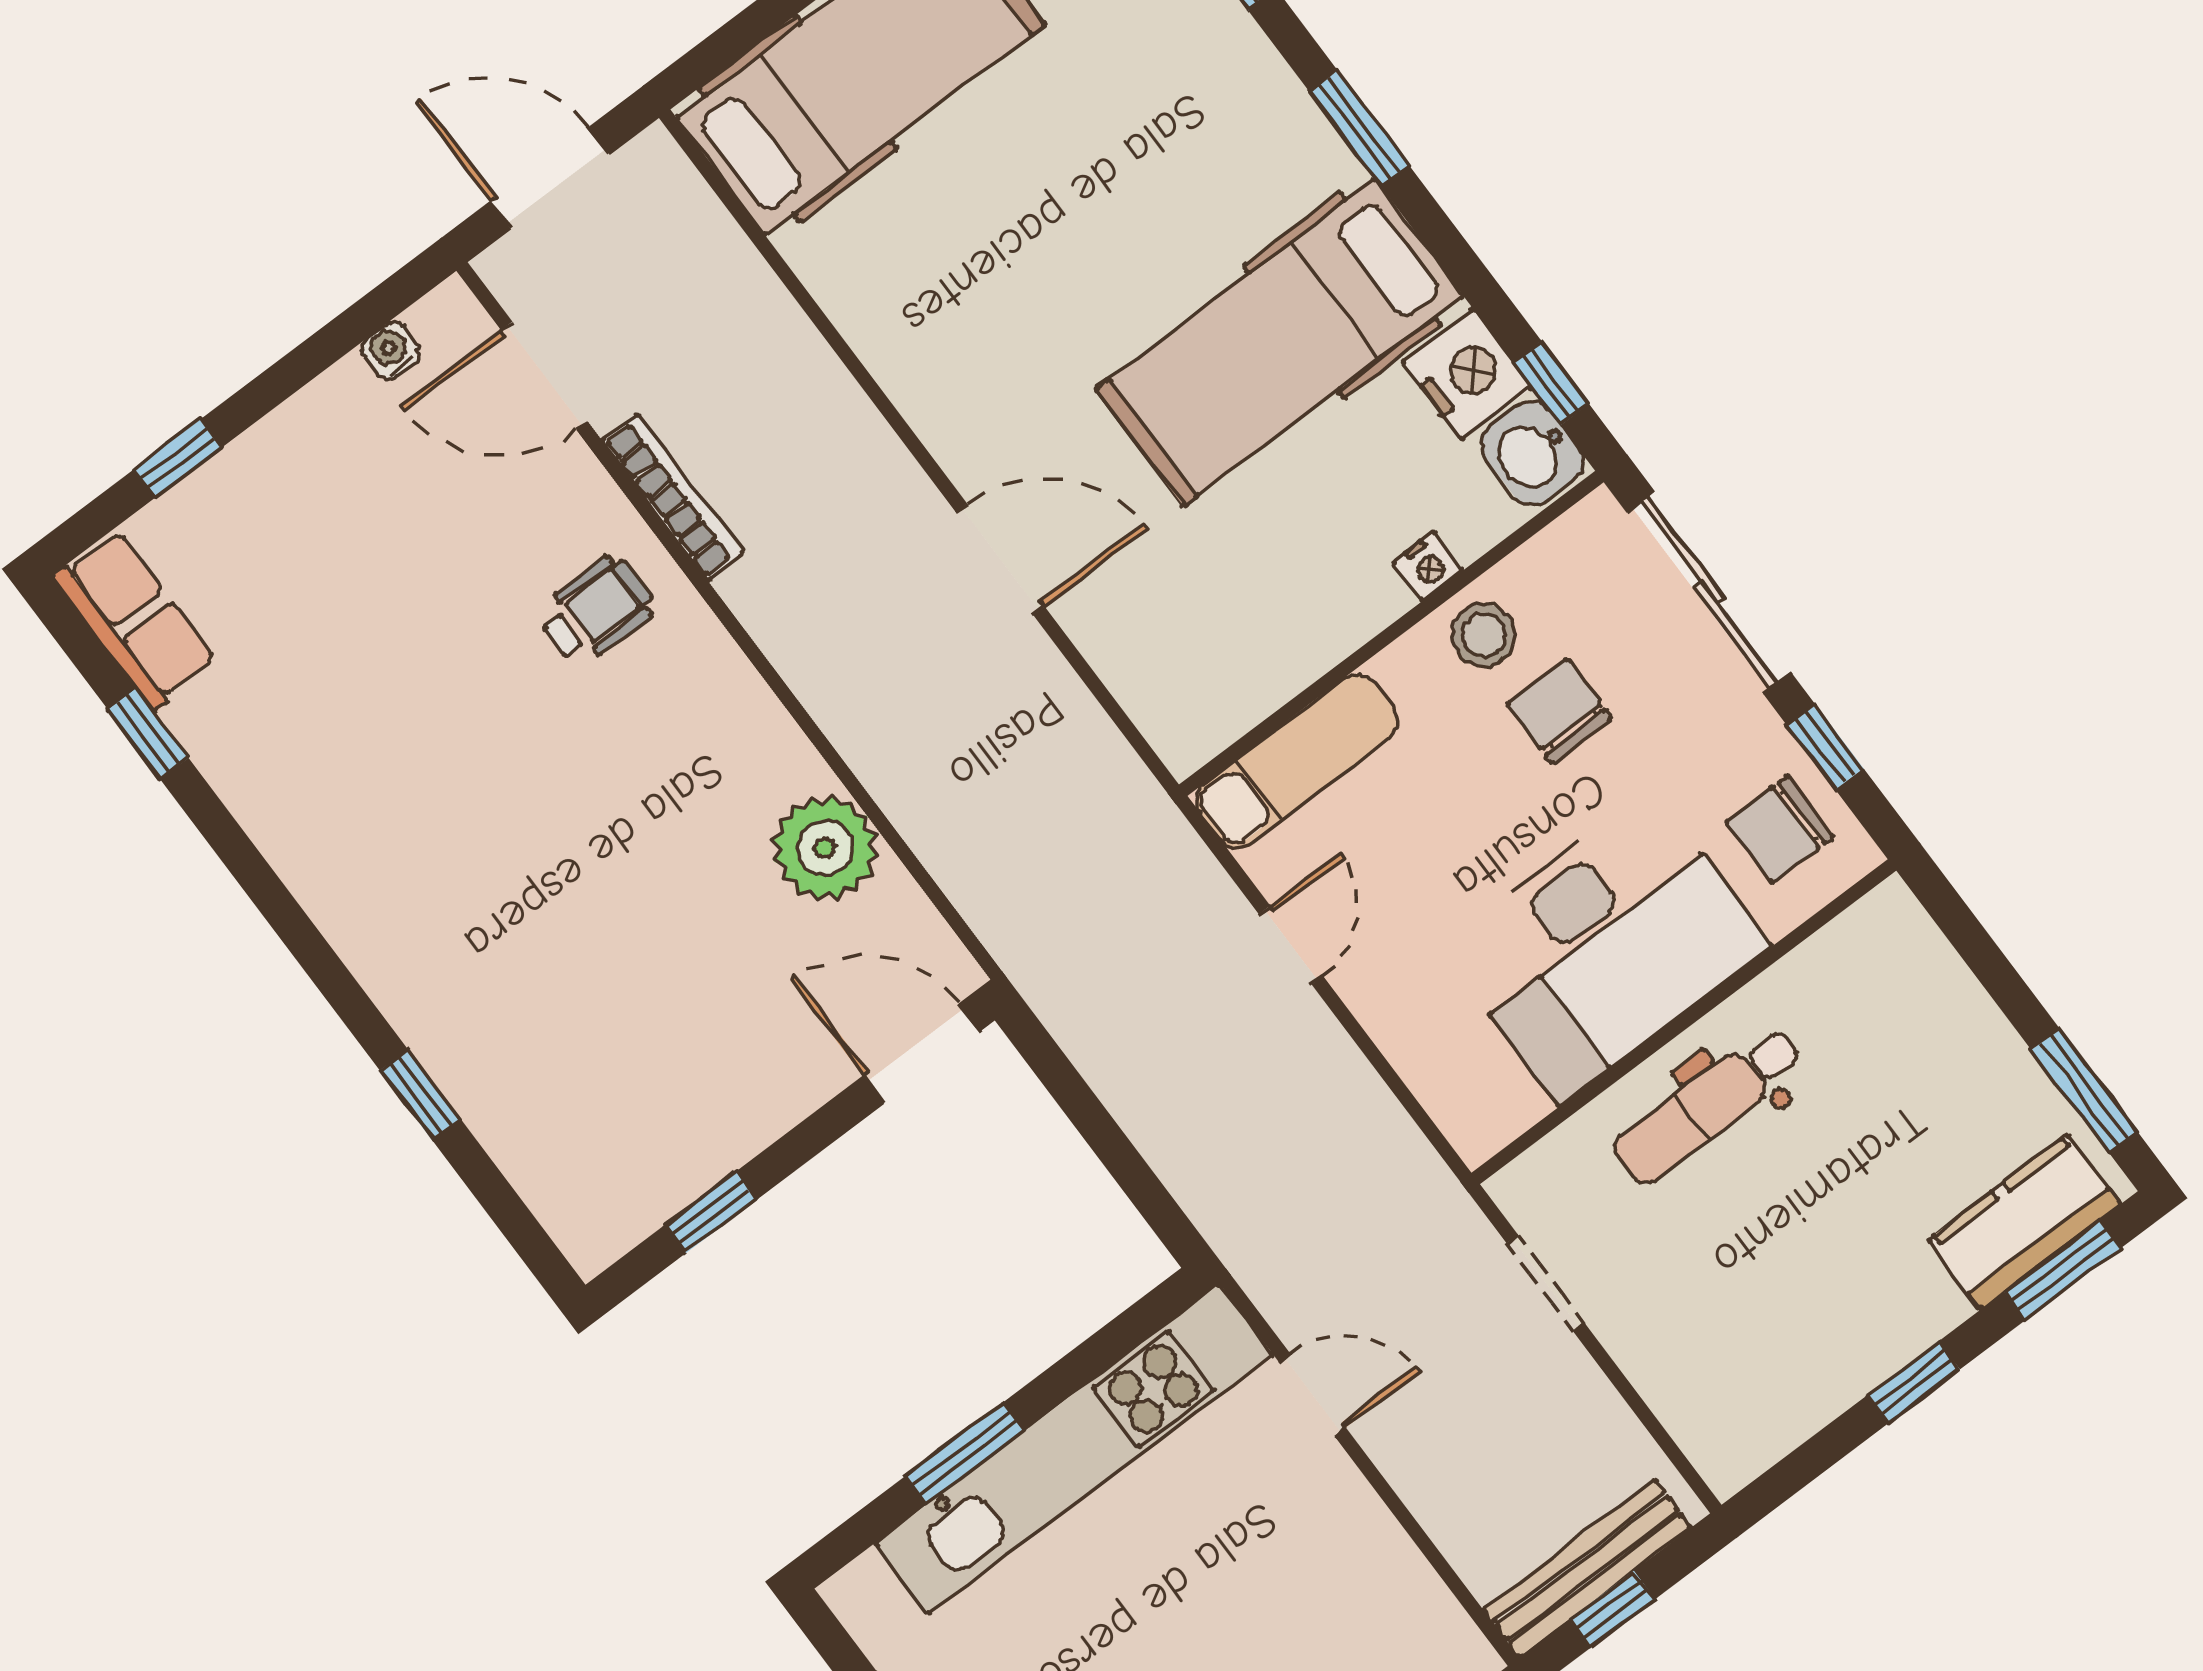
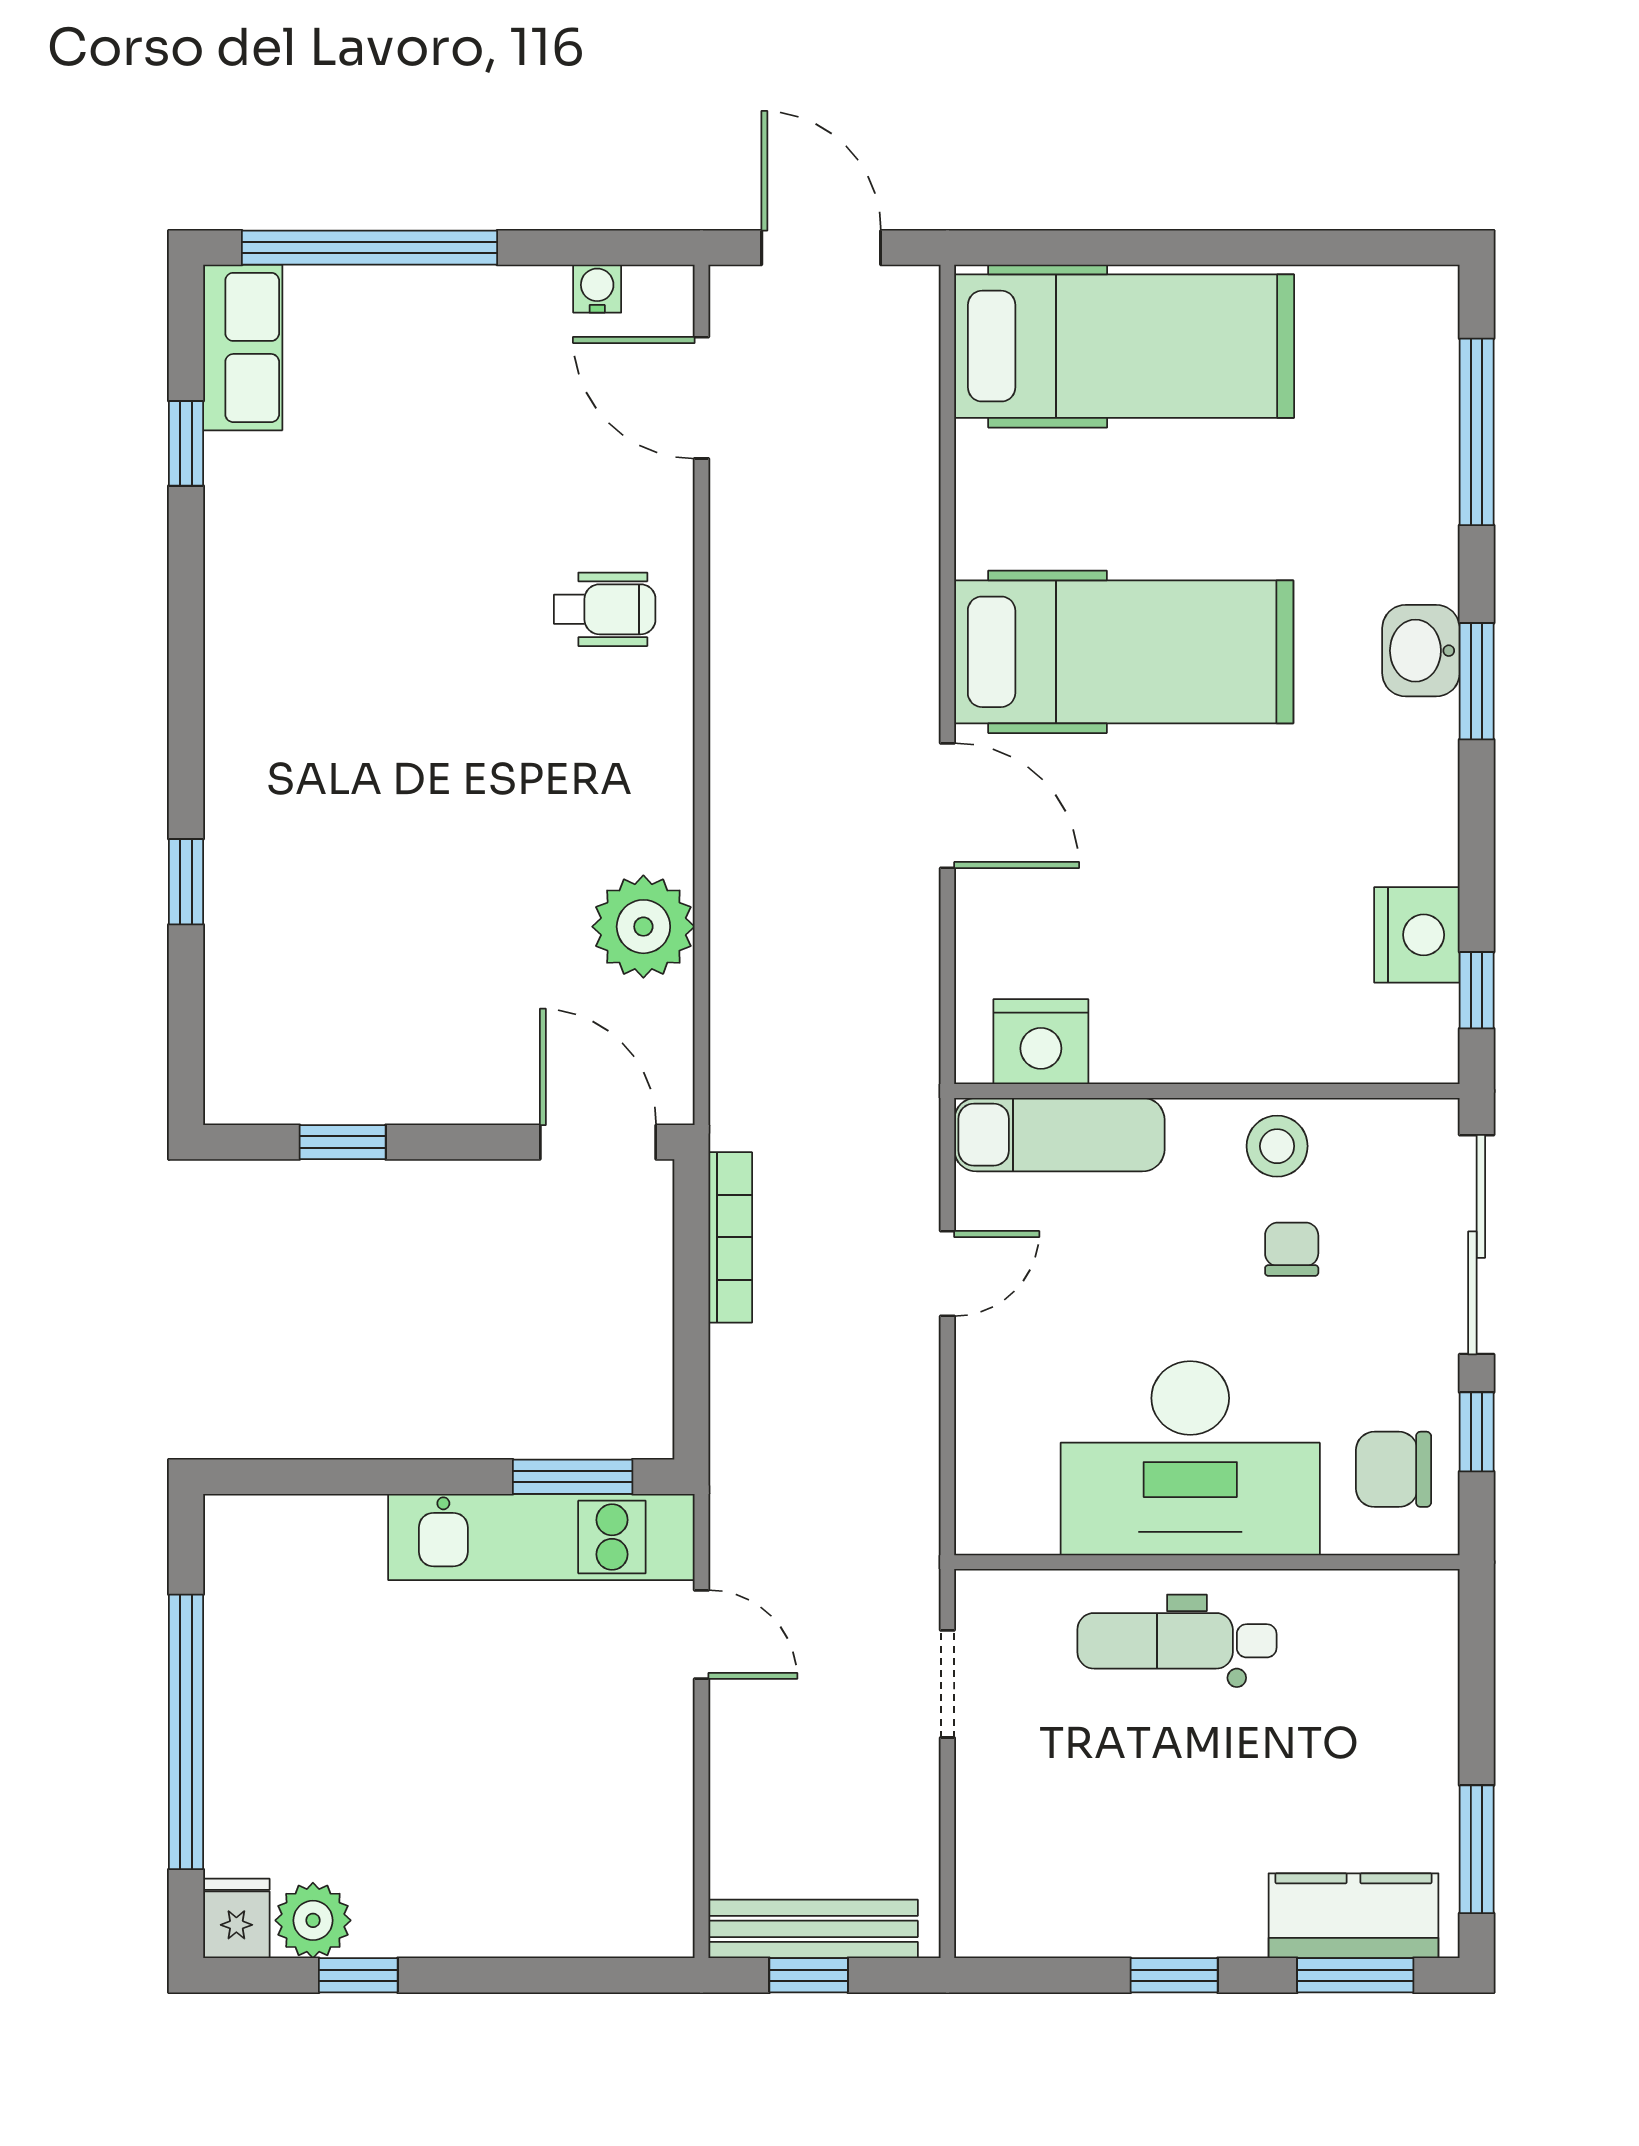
hospital bed: (1279, 343) -> (1124, 652), moved, turned 180
washbasin: (1532, 453) -> (1421, 651), moved
window: (178, 458) -> (369, 248), width x3.17
bookcase: (673, 497) -> (730, 1237), moved
nightstand: (1428, 566) -> (1041, 1042), moved, width x1.89, depth x1.79
chair: (1559, 711) -> (1292, 1249), width x0.73, depth x0.73
kitchen unit: (1074, 1449) -> (541, 1537), width x0.73
window: (964, 1453) -> (573, 1477), moved

